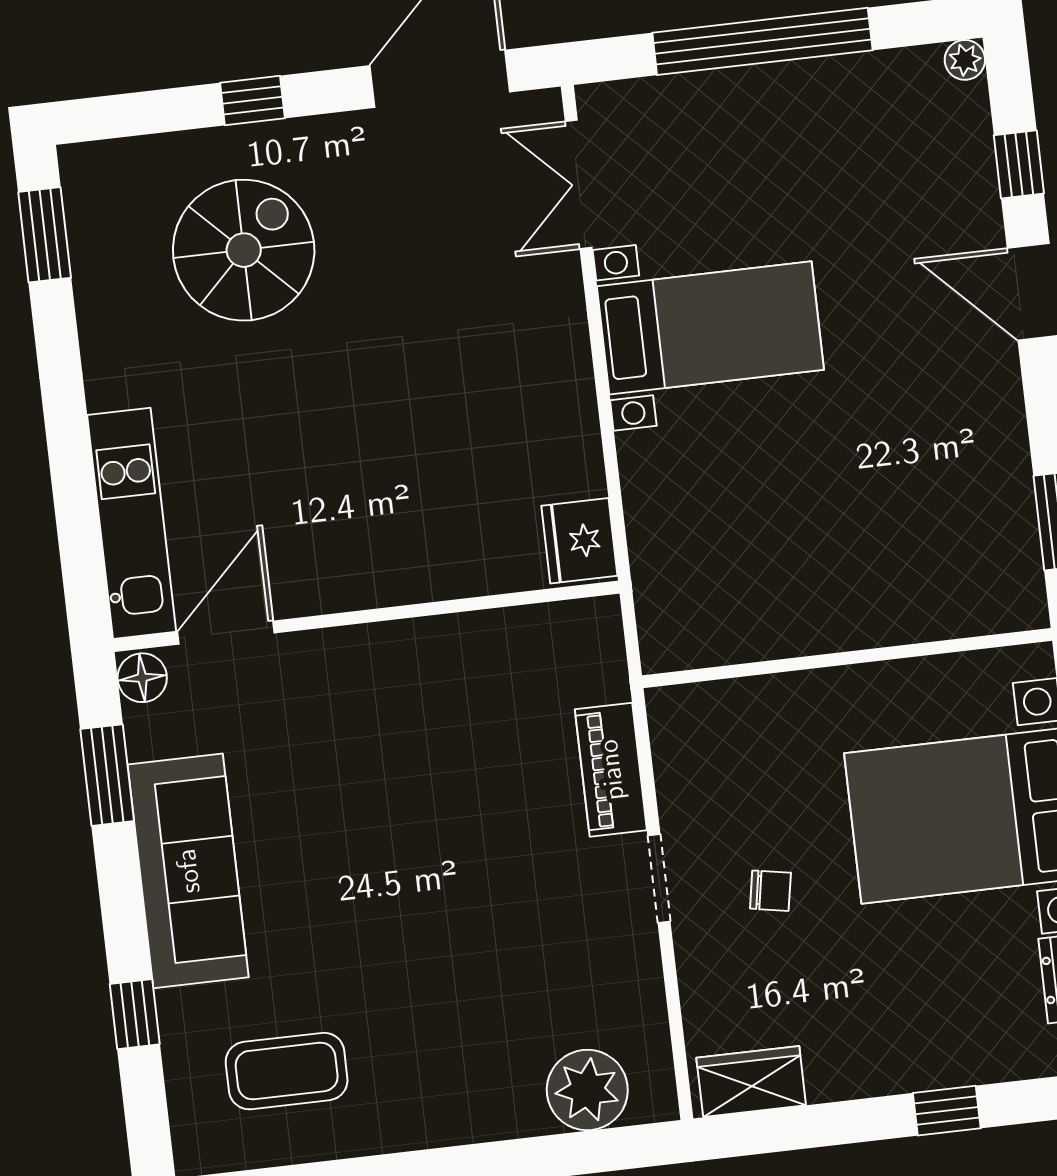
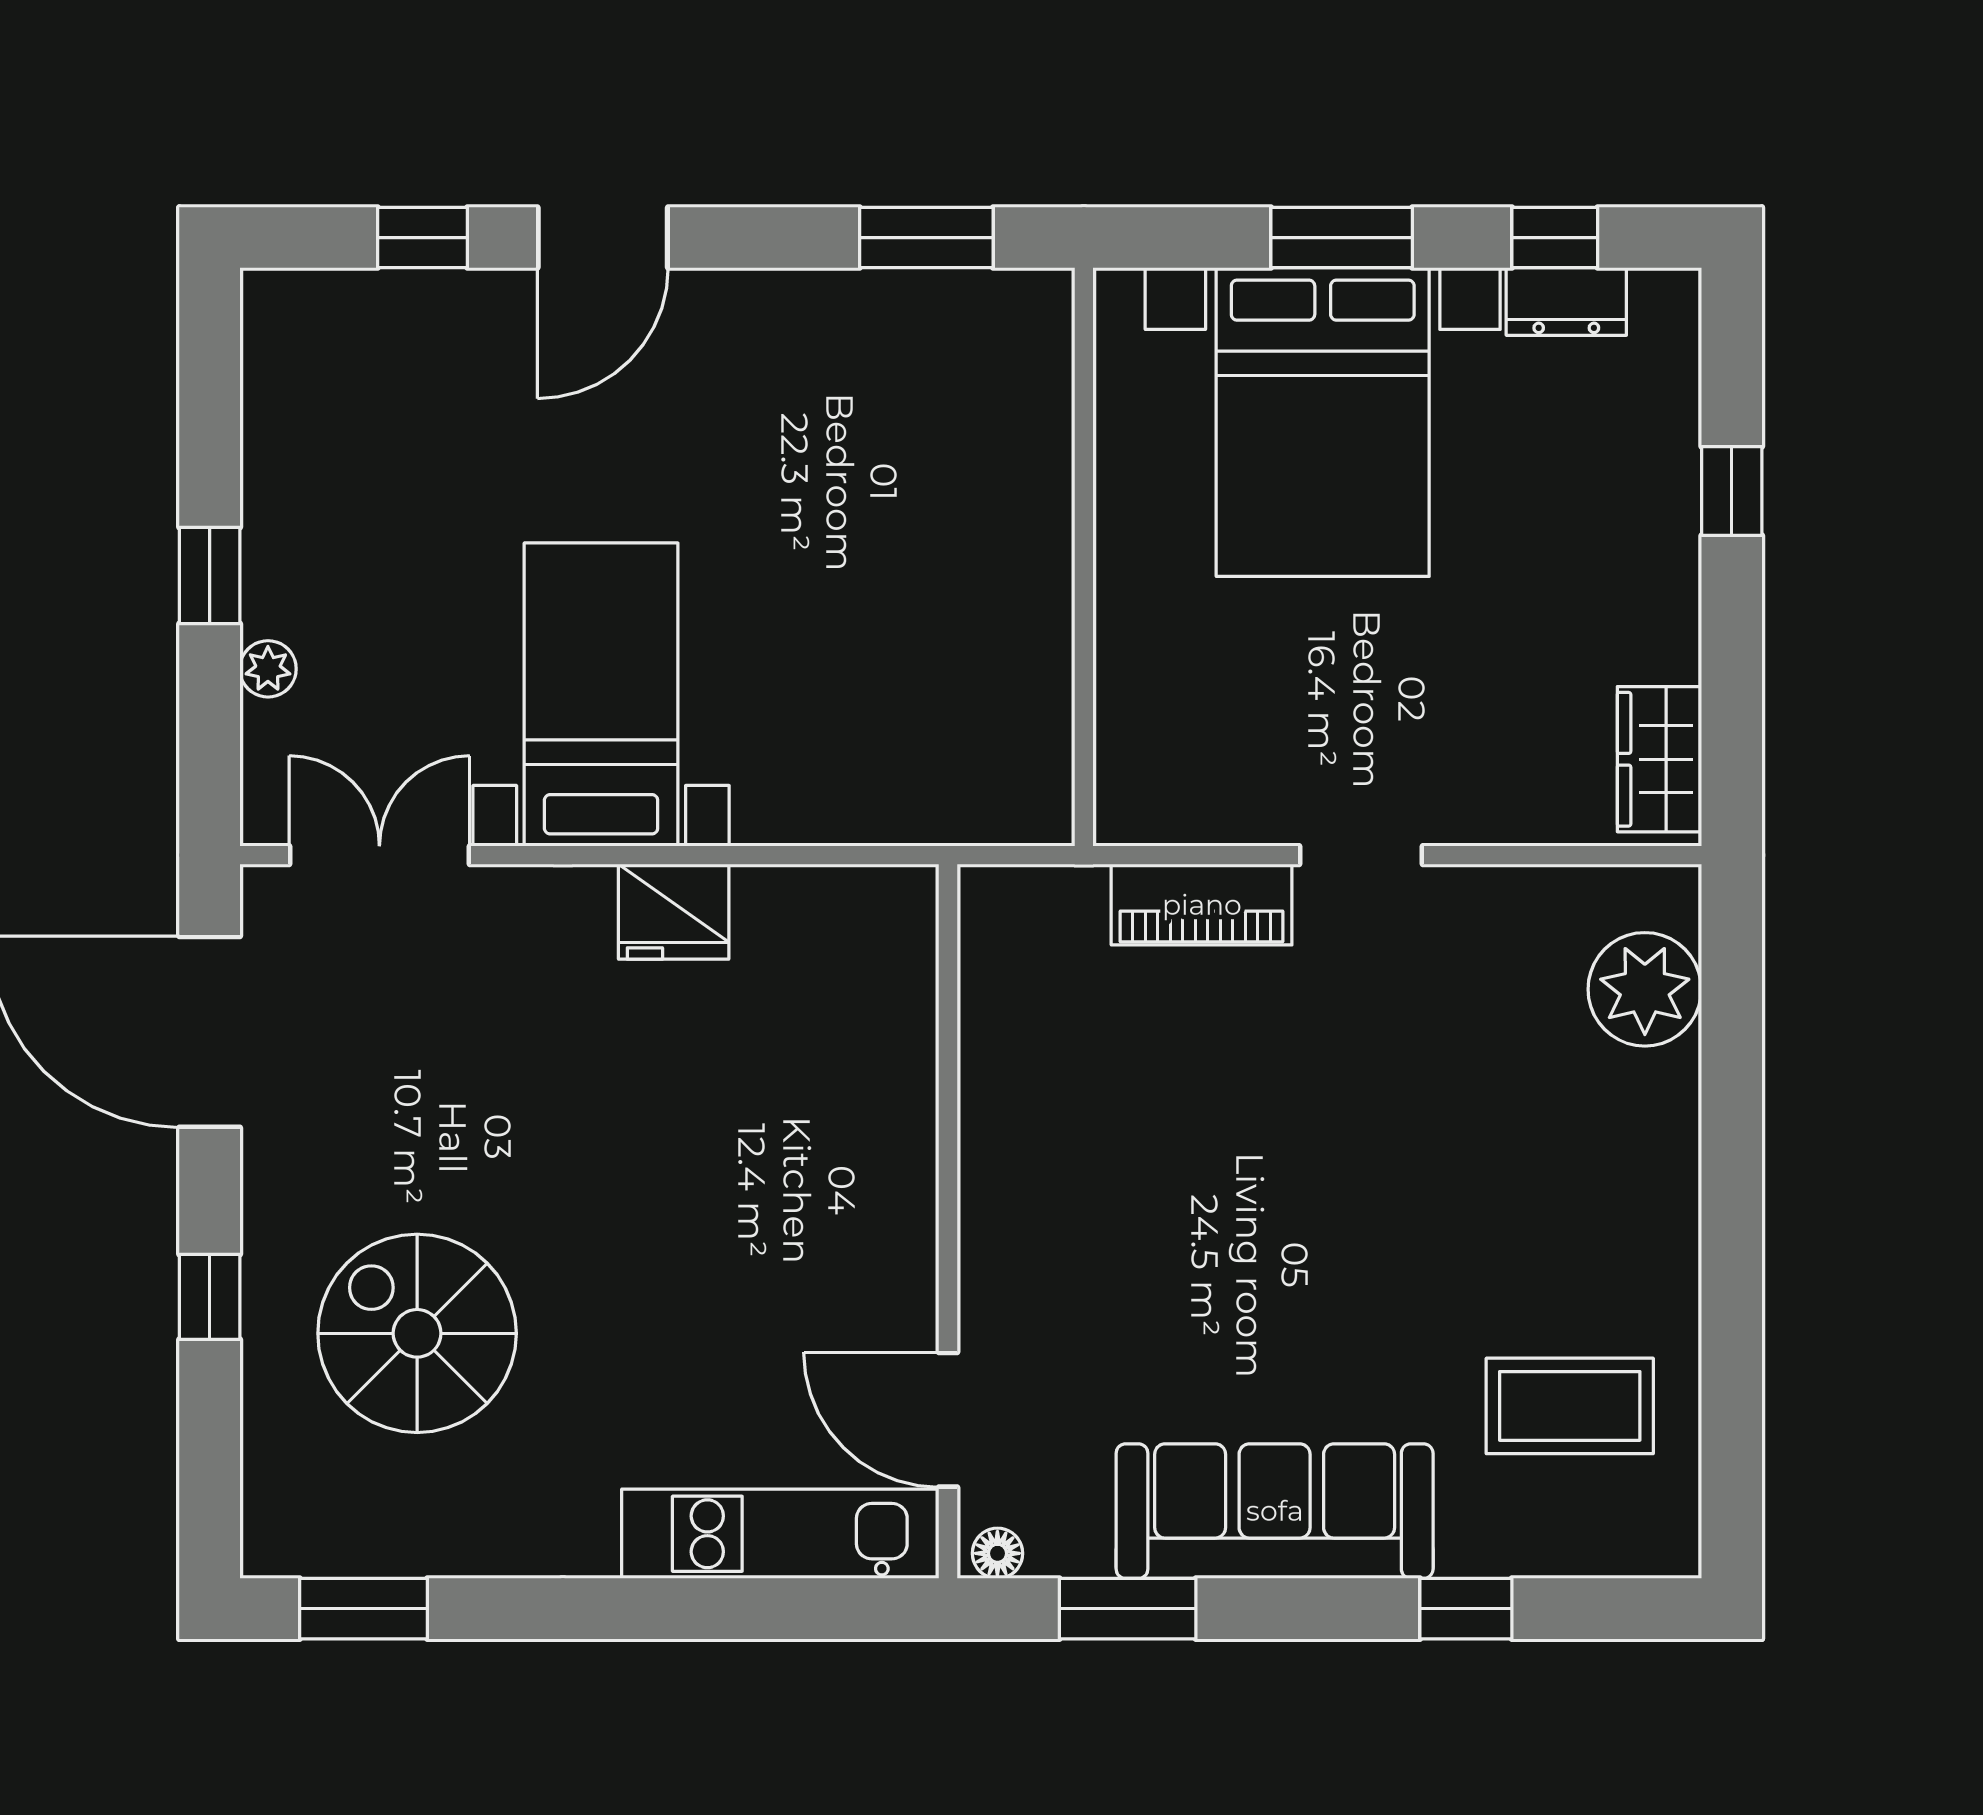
window: (762, 41) -> (210, 576), width x0.32
plant: (965, 60) -> (268, 669), moved
double door: (579, 184) -> (379, 855), swing flipped
fridge: (579, 541) -> (674, 912), moved
floor lamp: (142, 678) -> (997, 1553), width x0.73, depth x0.73
chair: (770, 891) -> (1396, 702), removed
coffee table: (287, 1071) -> (1570, 1406), turned 90

